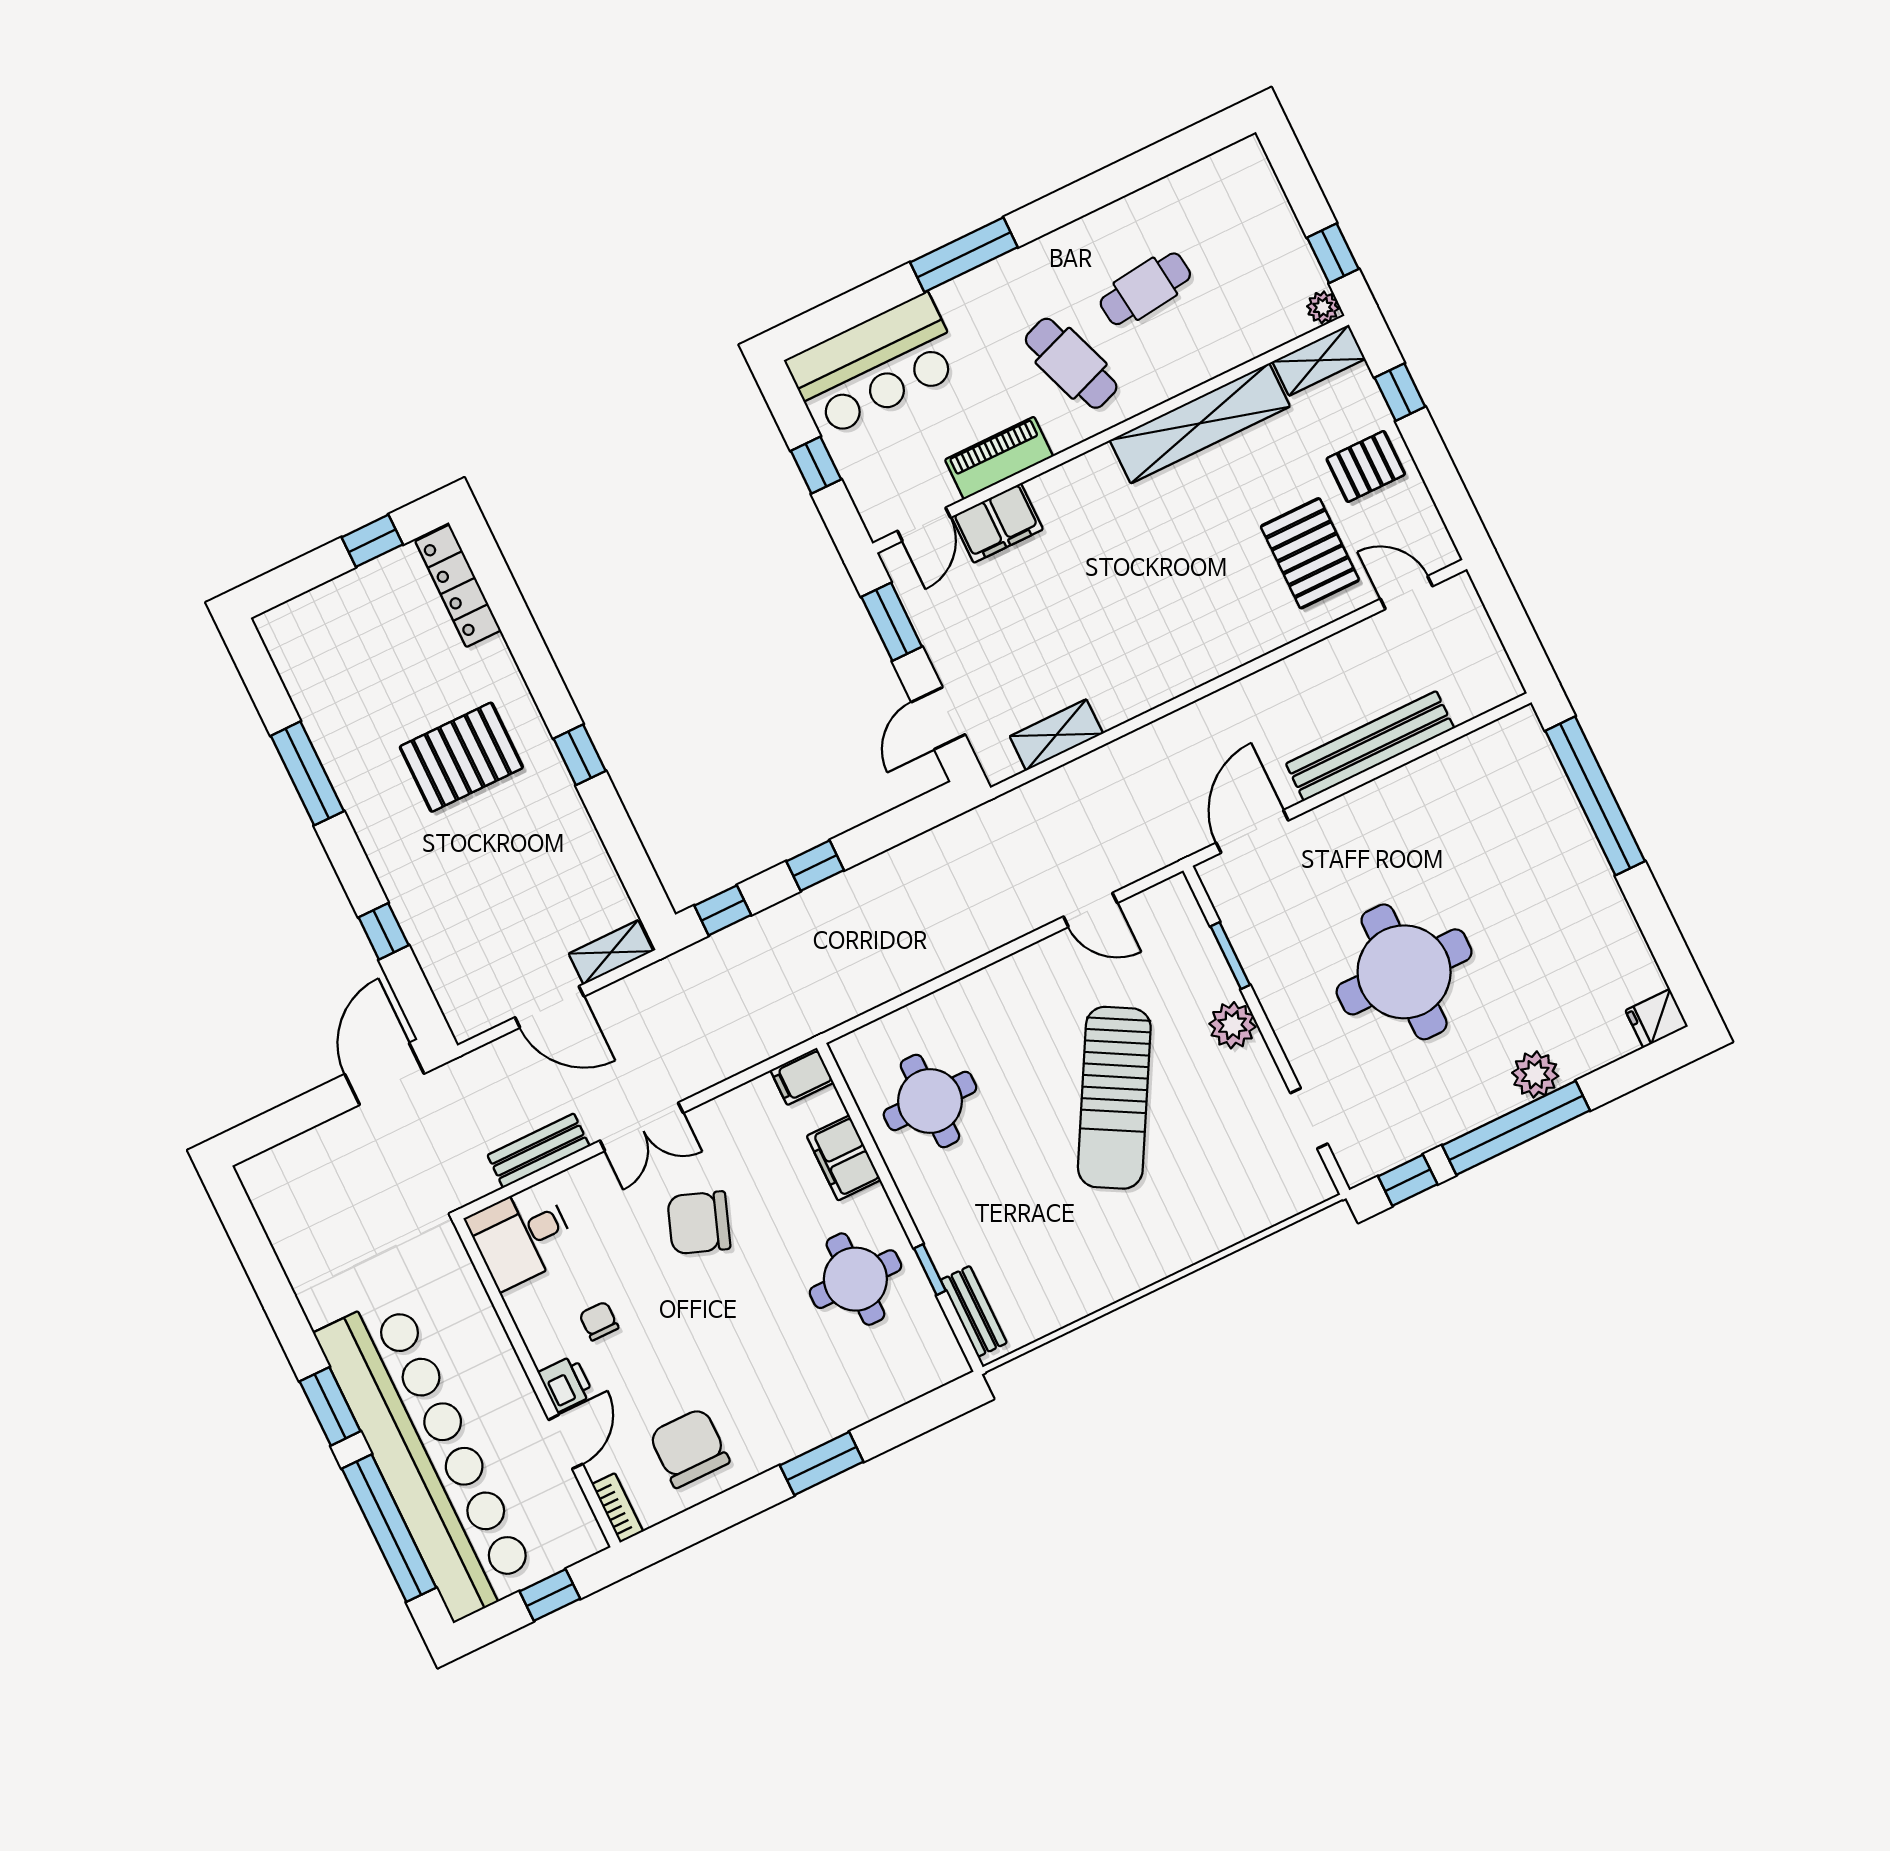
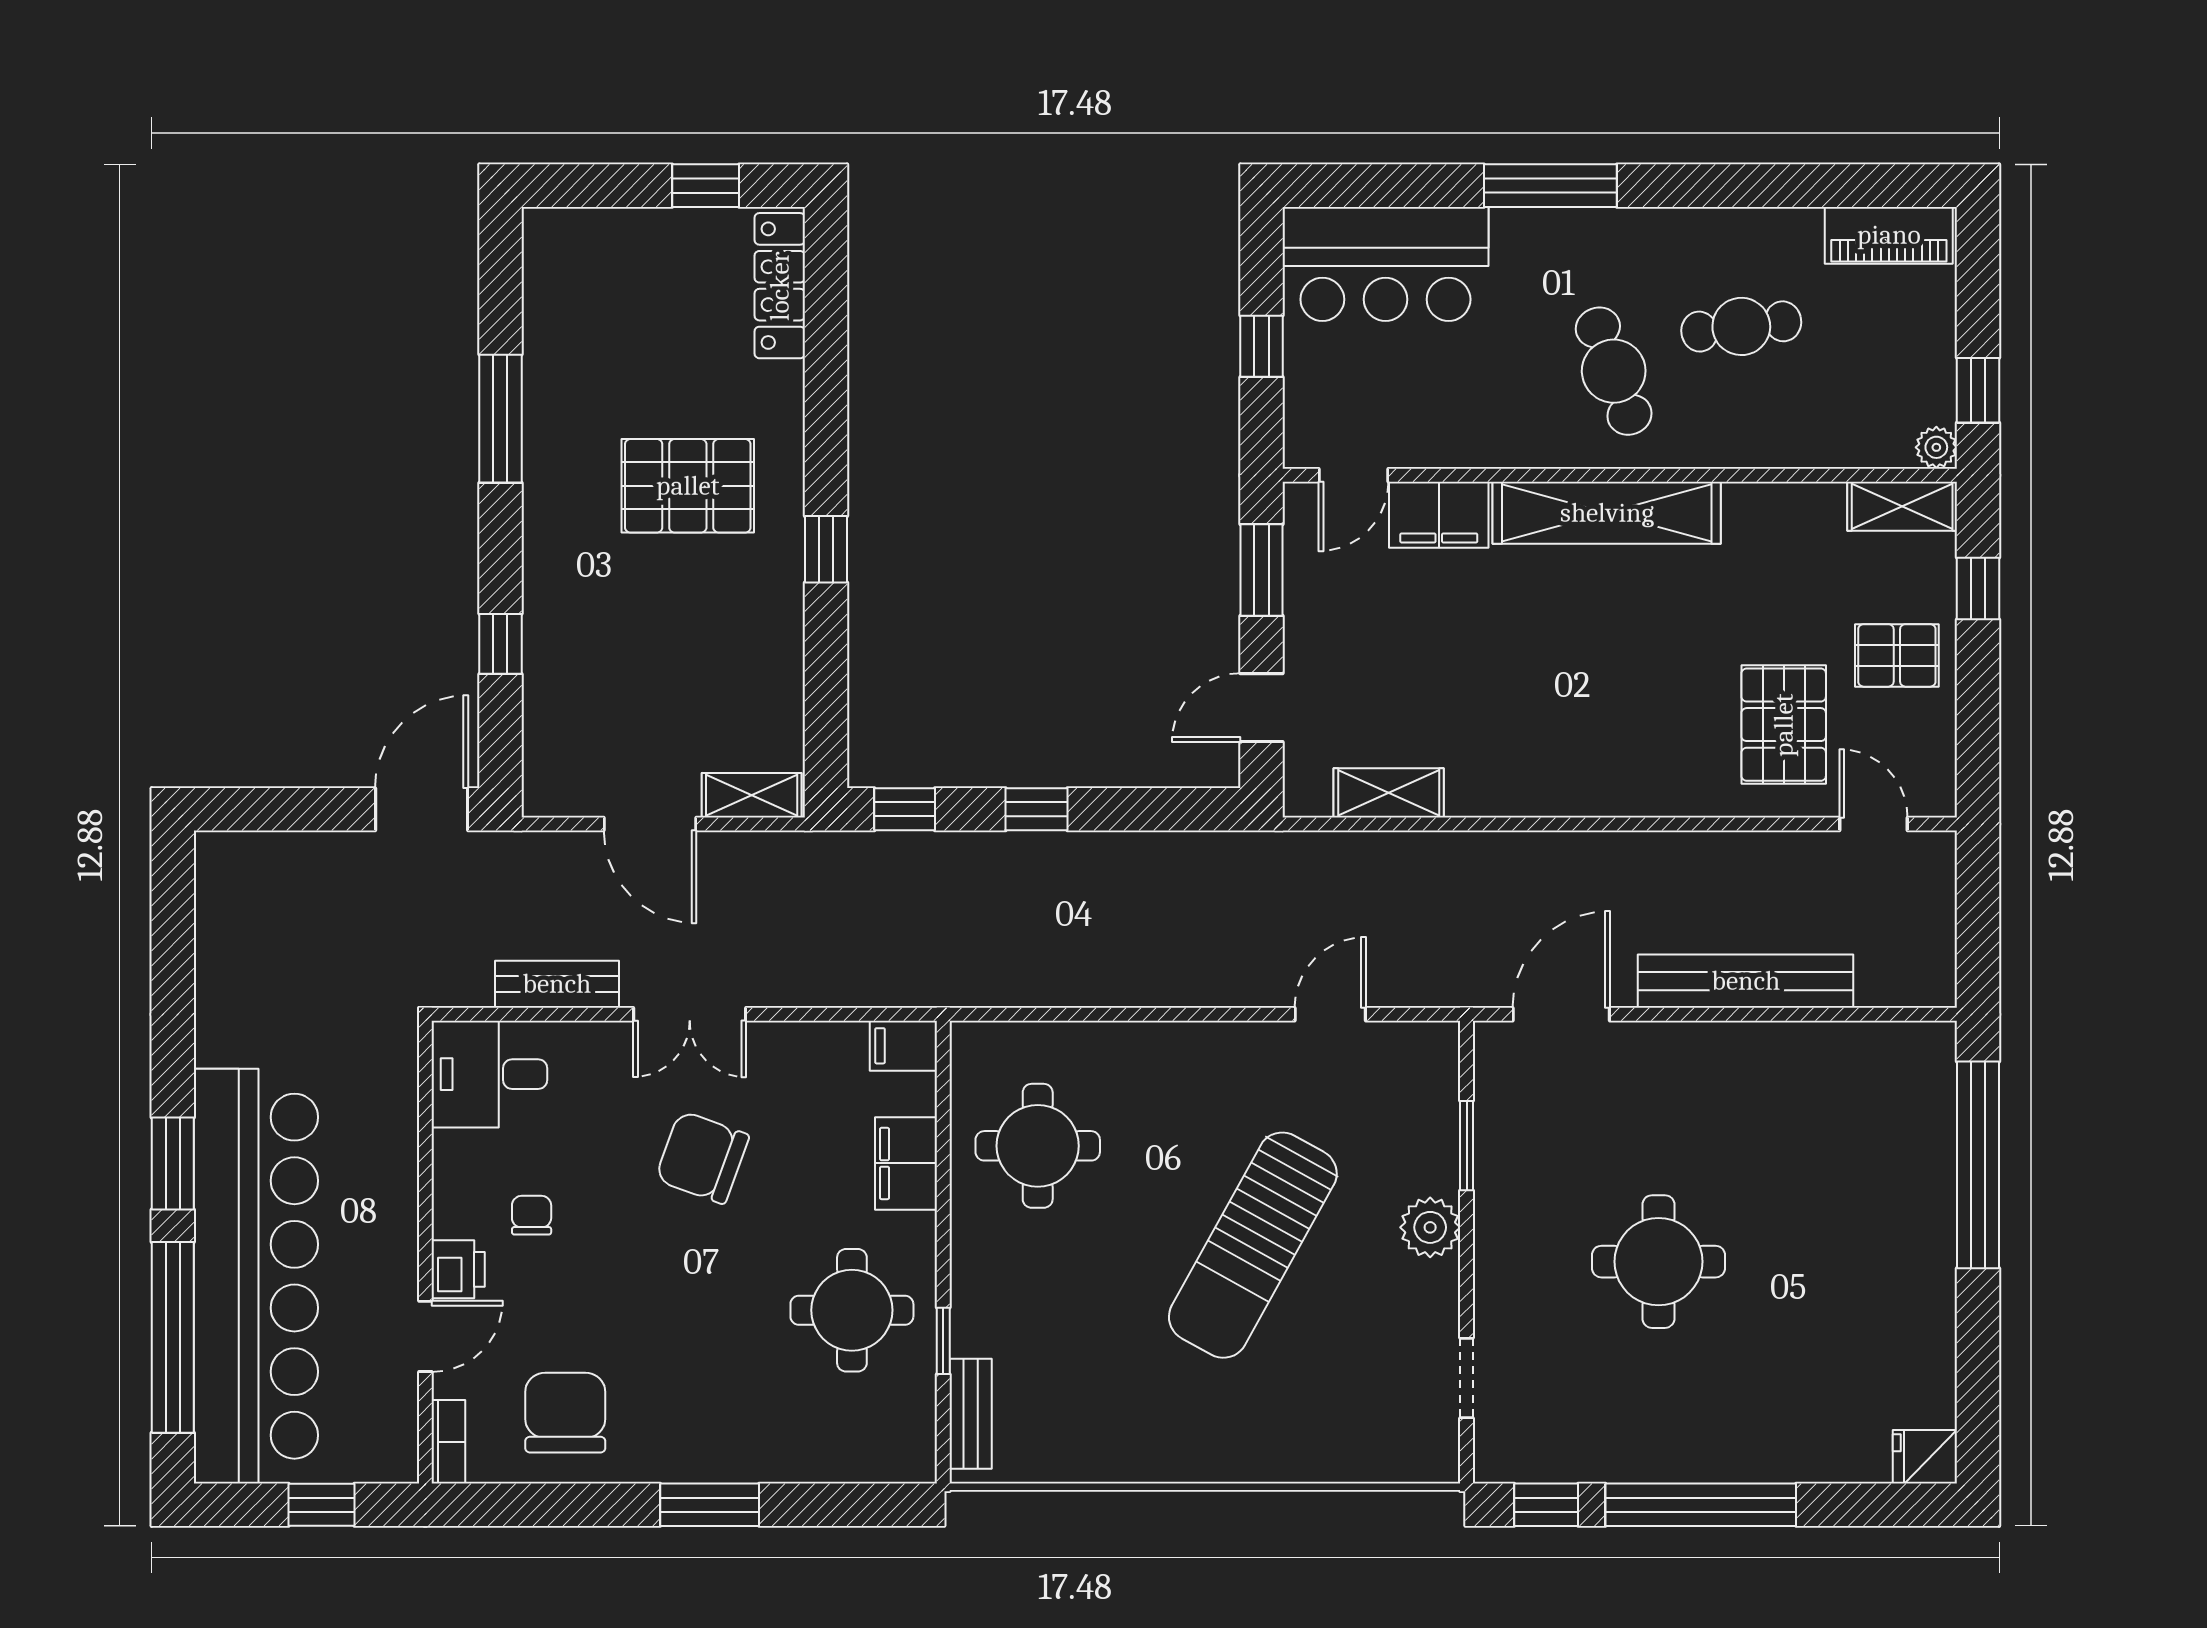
shelving: (1200, 423) -> (1607, 513), moved
piano: (999, 458) -> (1889, 235), moved, turned 180
door: (1090, 910) -> (1330, 1014), swing flipped
round table: (1404, 972) -> (1658, 1262), width x0.73, depth x0.73
plant: (1535, 1074) -> (1753, 1454), removed

